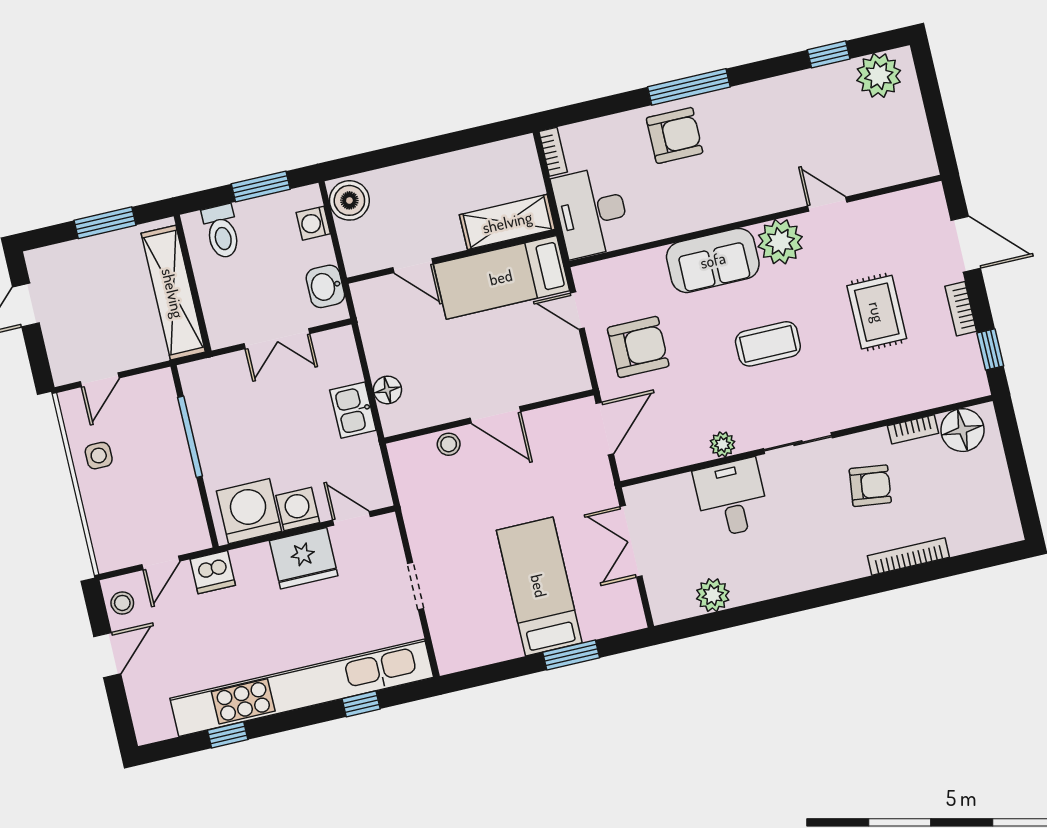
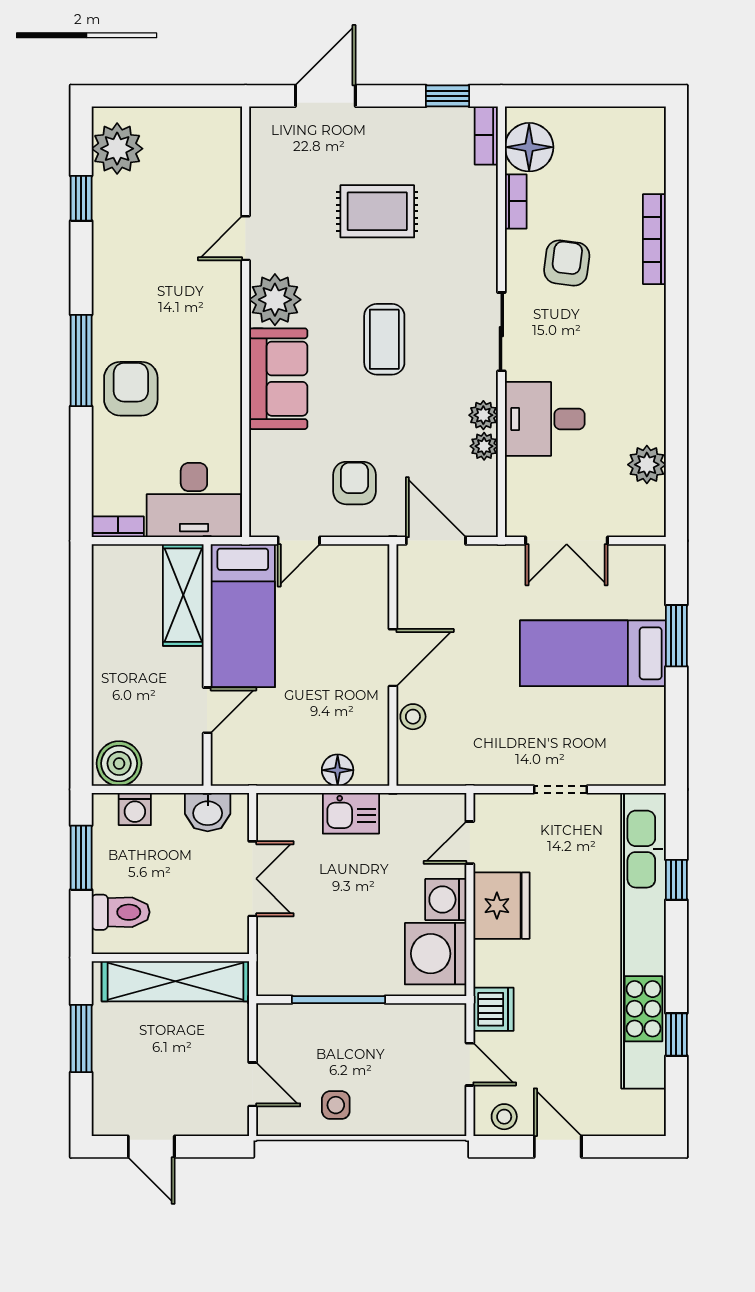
bookcase: (961, 309) -> (486, 135), moved, turned 90
armchair: (638, 347) -> (355, 483), width x0.72, depth x0.72
plant: (696, 451) -> (484, 446), added

